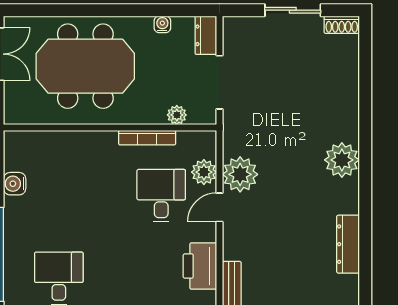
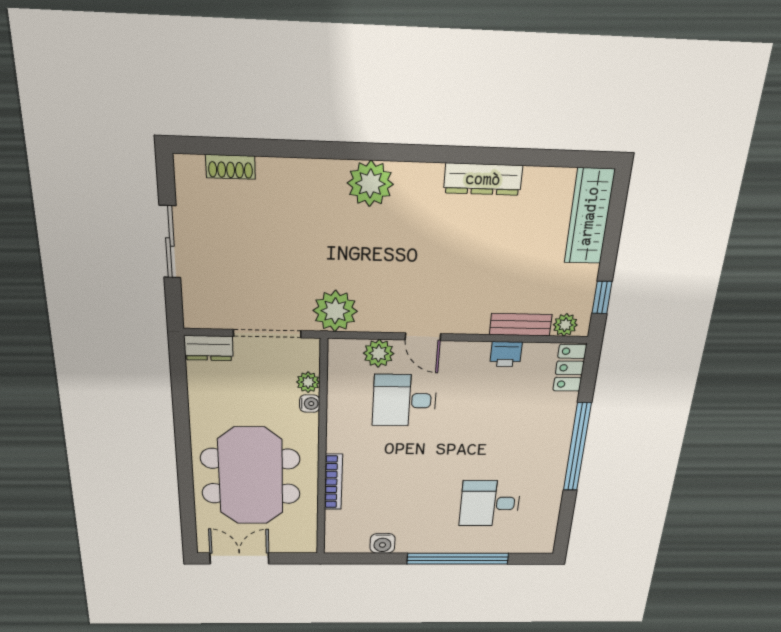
water cooler: (162, 24) -> (310, 404), moved, turned 180
shoe rack: (342, 25) -> (230, 167), moved, turned 90
bookcase: (147, 138) -> (333, 482), moved
plant: (240, 174) -> (335, 311), moved
printer: (200, 266) -> (506, 354), width x0.53, depth x0.68

